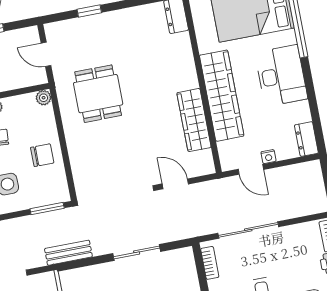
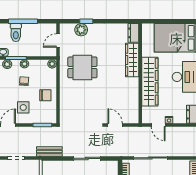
plant: (83, 28) -> (81, 30), added
door: (46, 54) -> (58, 40), hinge flipped
dining table: (98, 94) -> (82, 67), turned 90
wardrobe: (194, 120) -> (132, 60), moved

